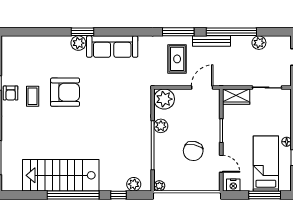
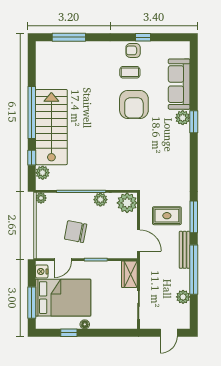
sofa: (112, 47) -> (179, 84), moved
bed: (266, 163) -> (63, 298), width x1.50
stairs: (61, 175) -> (51, 127), moved

